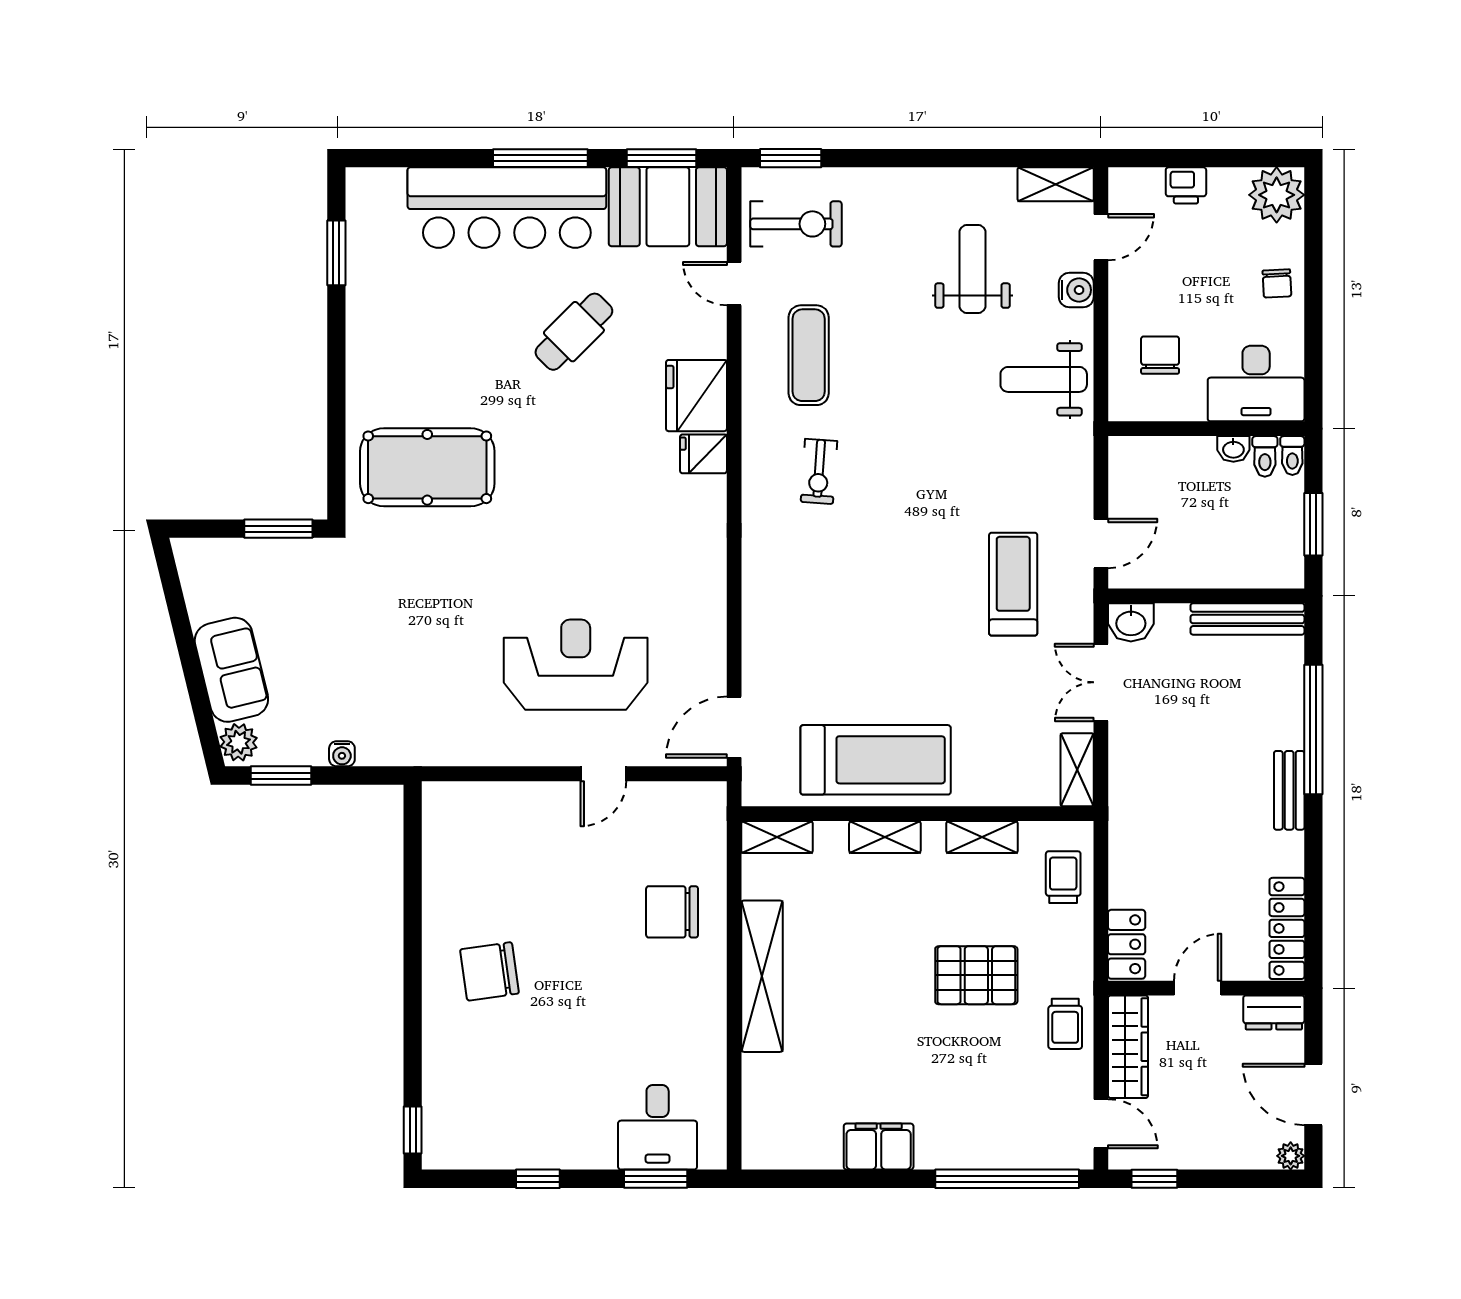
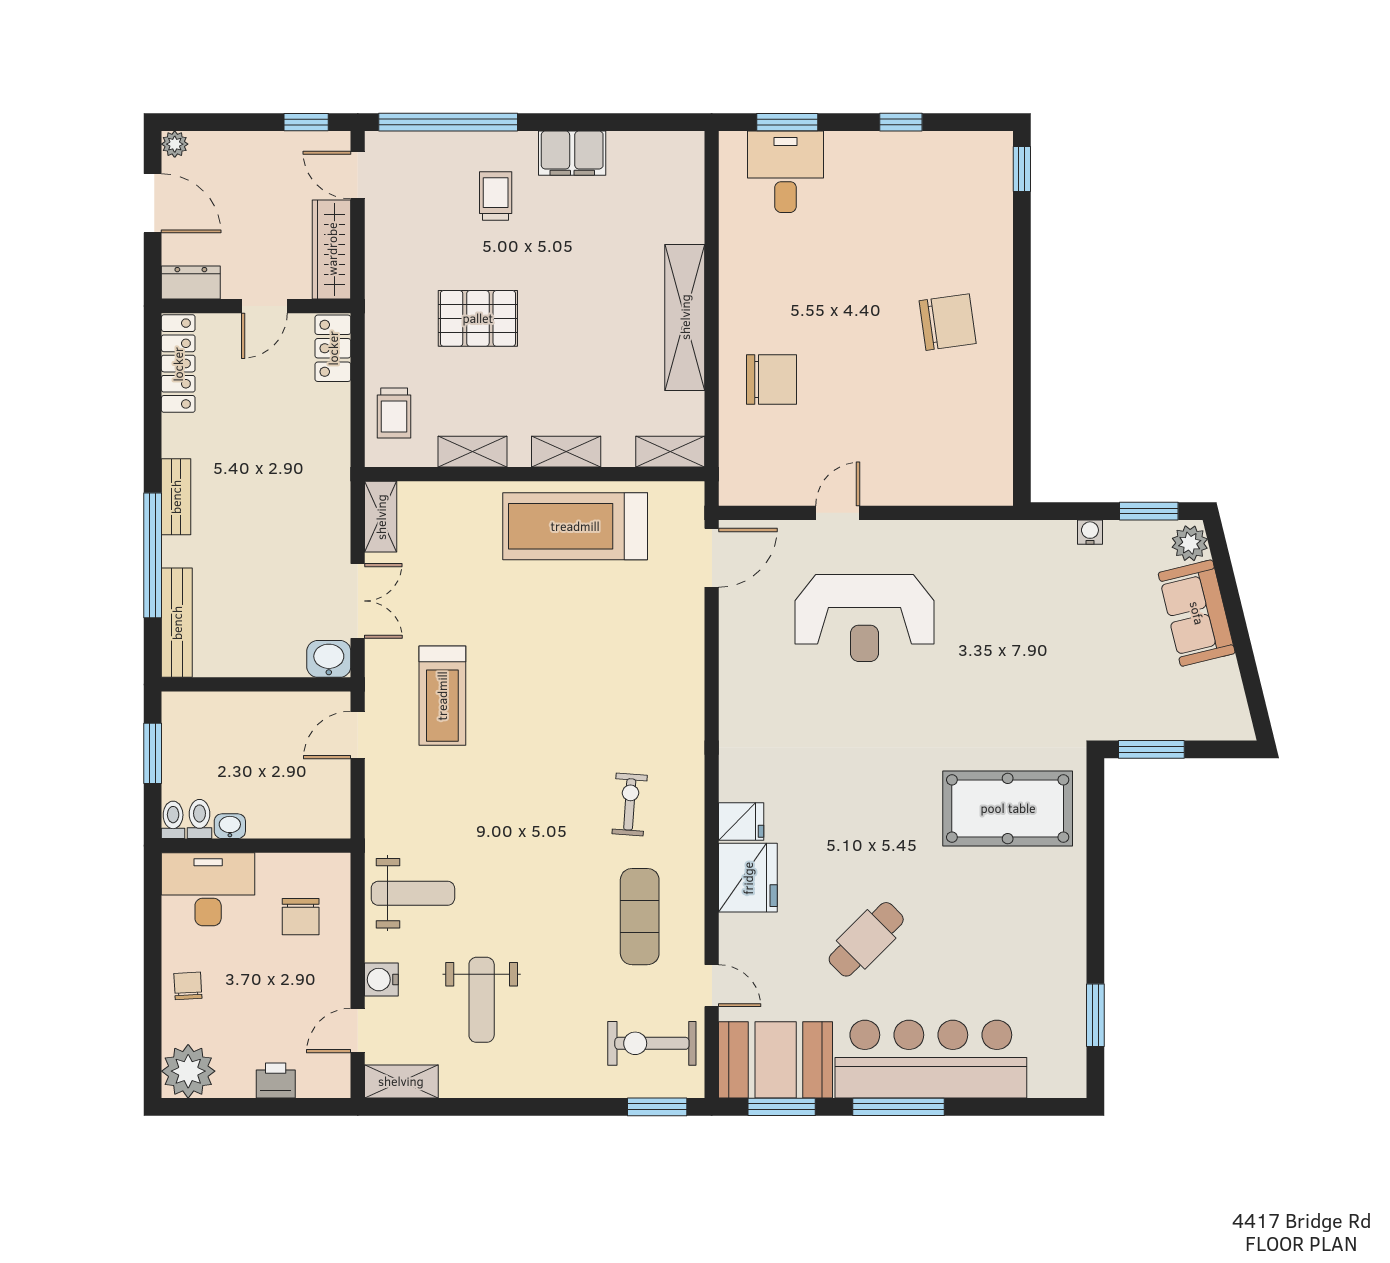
bench: (1247, 619) -> (177, 623), moved, turned 90
trolley: (1065, 1024) -> (496, 196), moved

